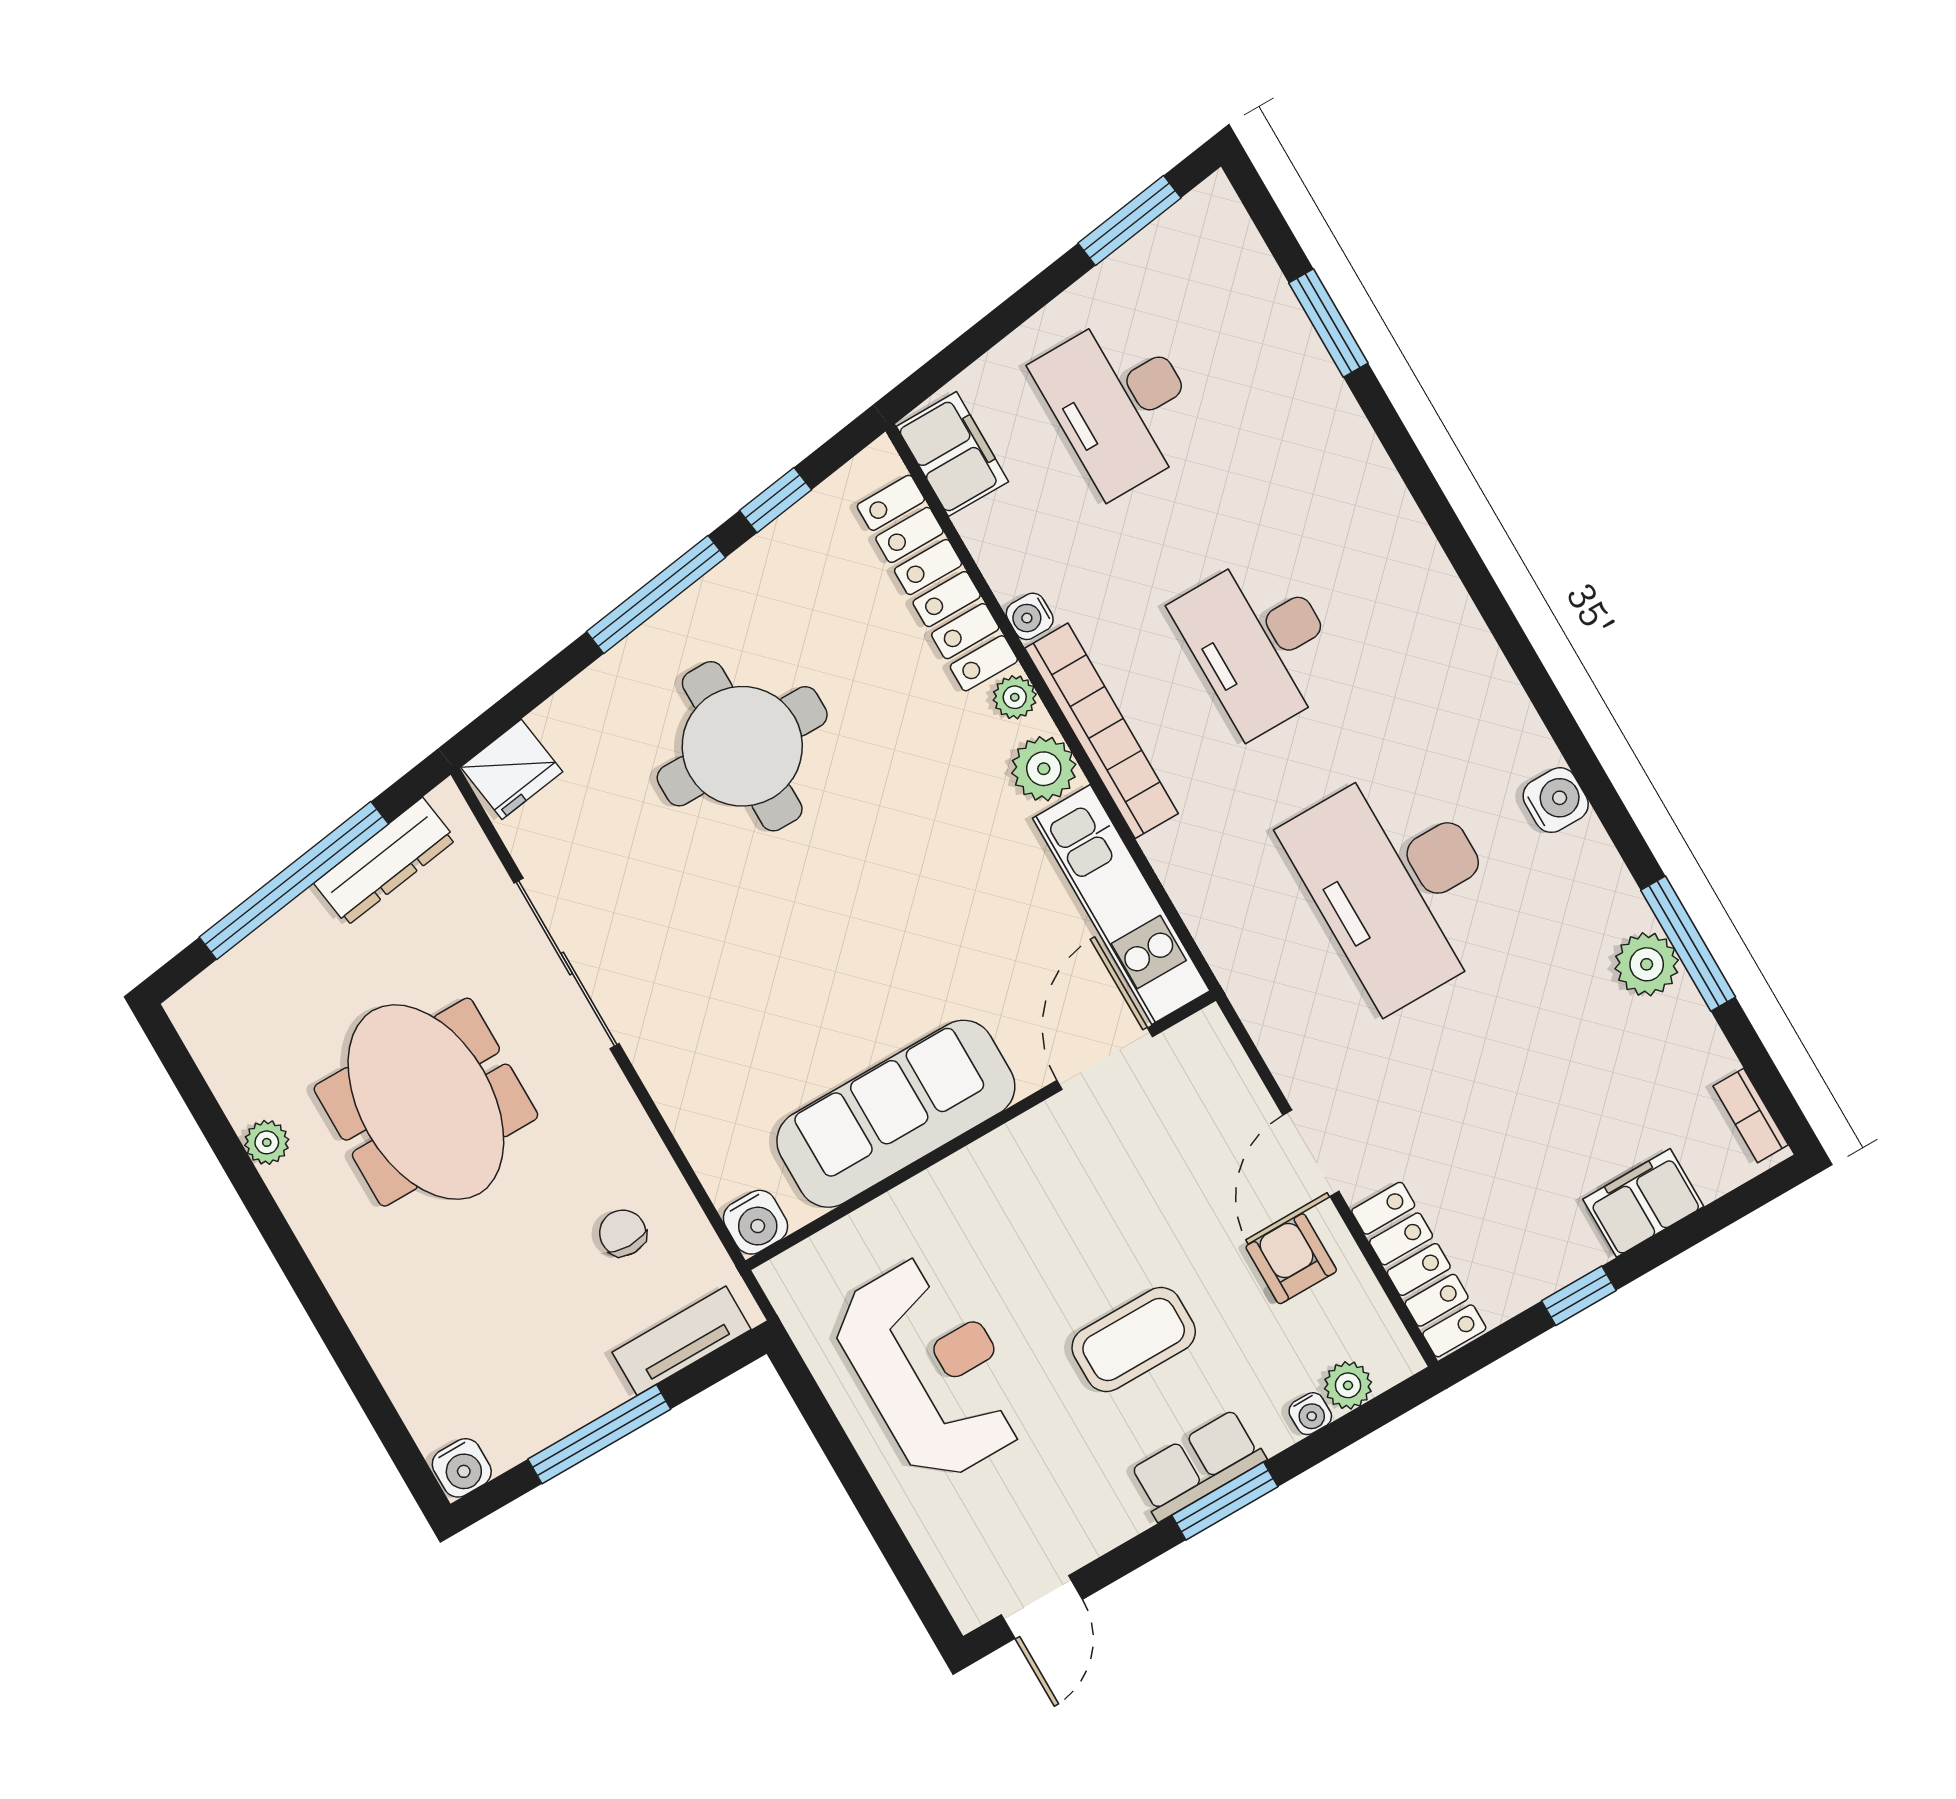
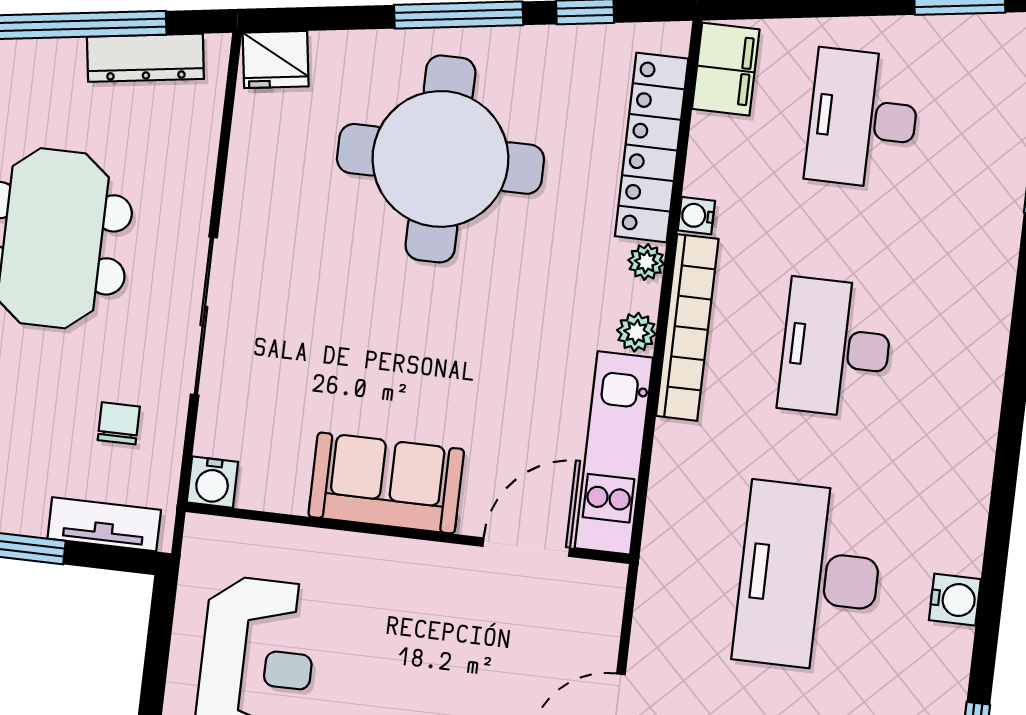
round table: (742, 746) -> (440, 159), width x1.36, depth x1.36
plant: (1044, 769) -> (636, 332), width x0.73, depth x0.73
sliding door: (567, 963) -> (204, 316), moved
sofa: (896, 1114) -> (386, 483), width x0.73

